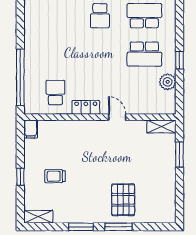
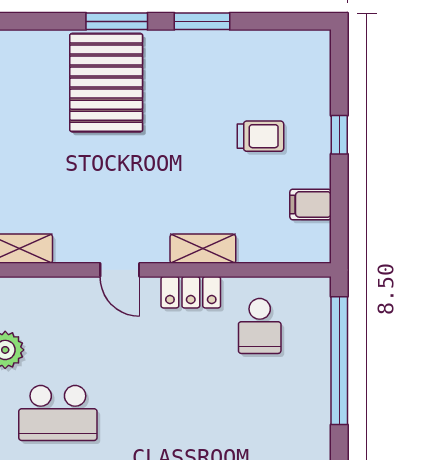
school desk: (144, 54) -> (58, 413), turned 180
filing cabinet: (31, 129) -> (311, 204), moved, turned -90
pallet: (123, 200) -> (106, 83), width x1.37, depth x1.41
shelving: (38, 217) -> (203, 249), moved

